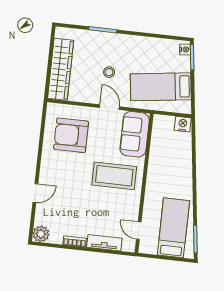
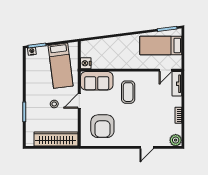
nightstand: (183, 124) -> (86, 63), moved
coffee table: (114, 176) -> (128, 92), width x0.73, depth x0.76
door: (35, 193) -> (147, 147), swing flipped
tv unit: (104, 243) -> (177, 84), moved

